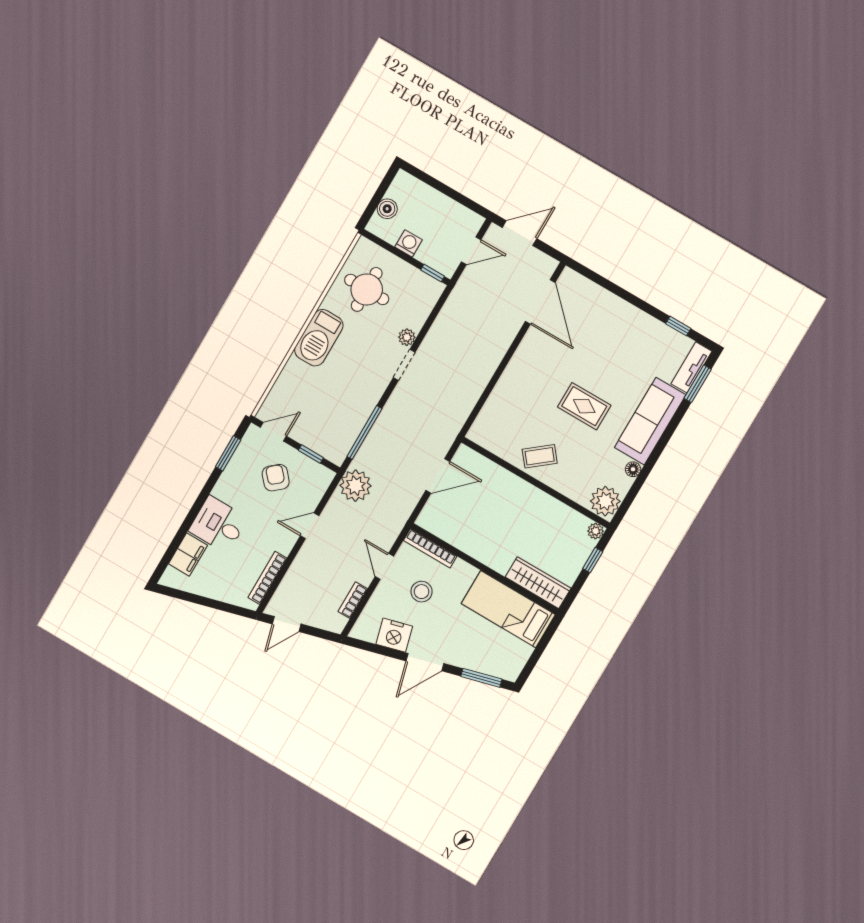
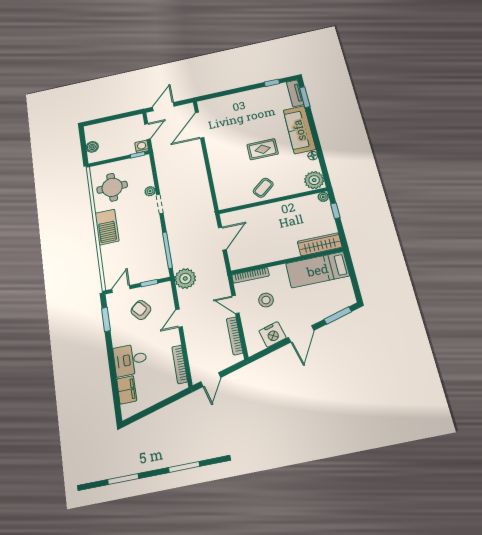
washing machine: (408, 243) -> (142, 147), moved
door: (540, 302) -> (199, 125), swing flipped
bookcase: (353, 600) -> (235, 336), width x1.56

